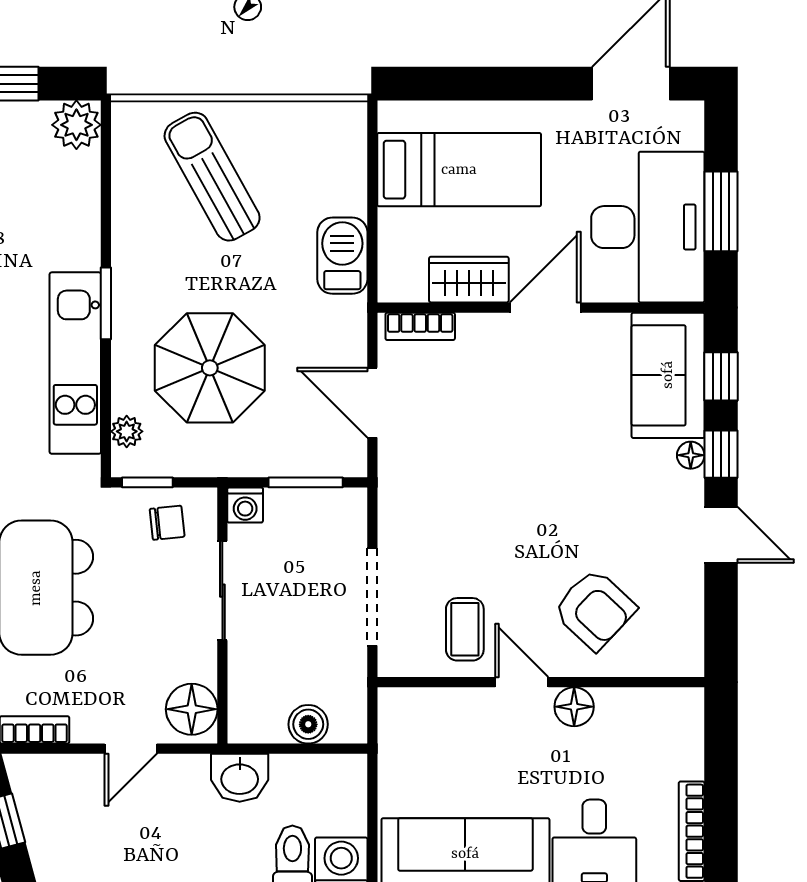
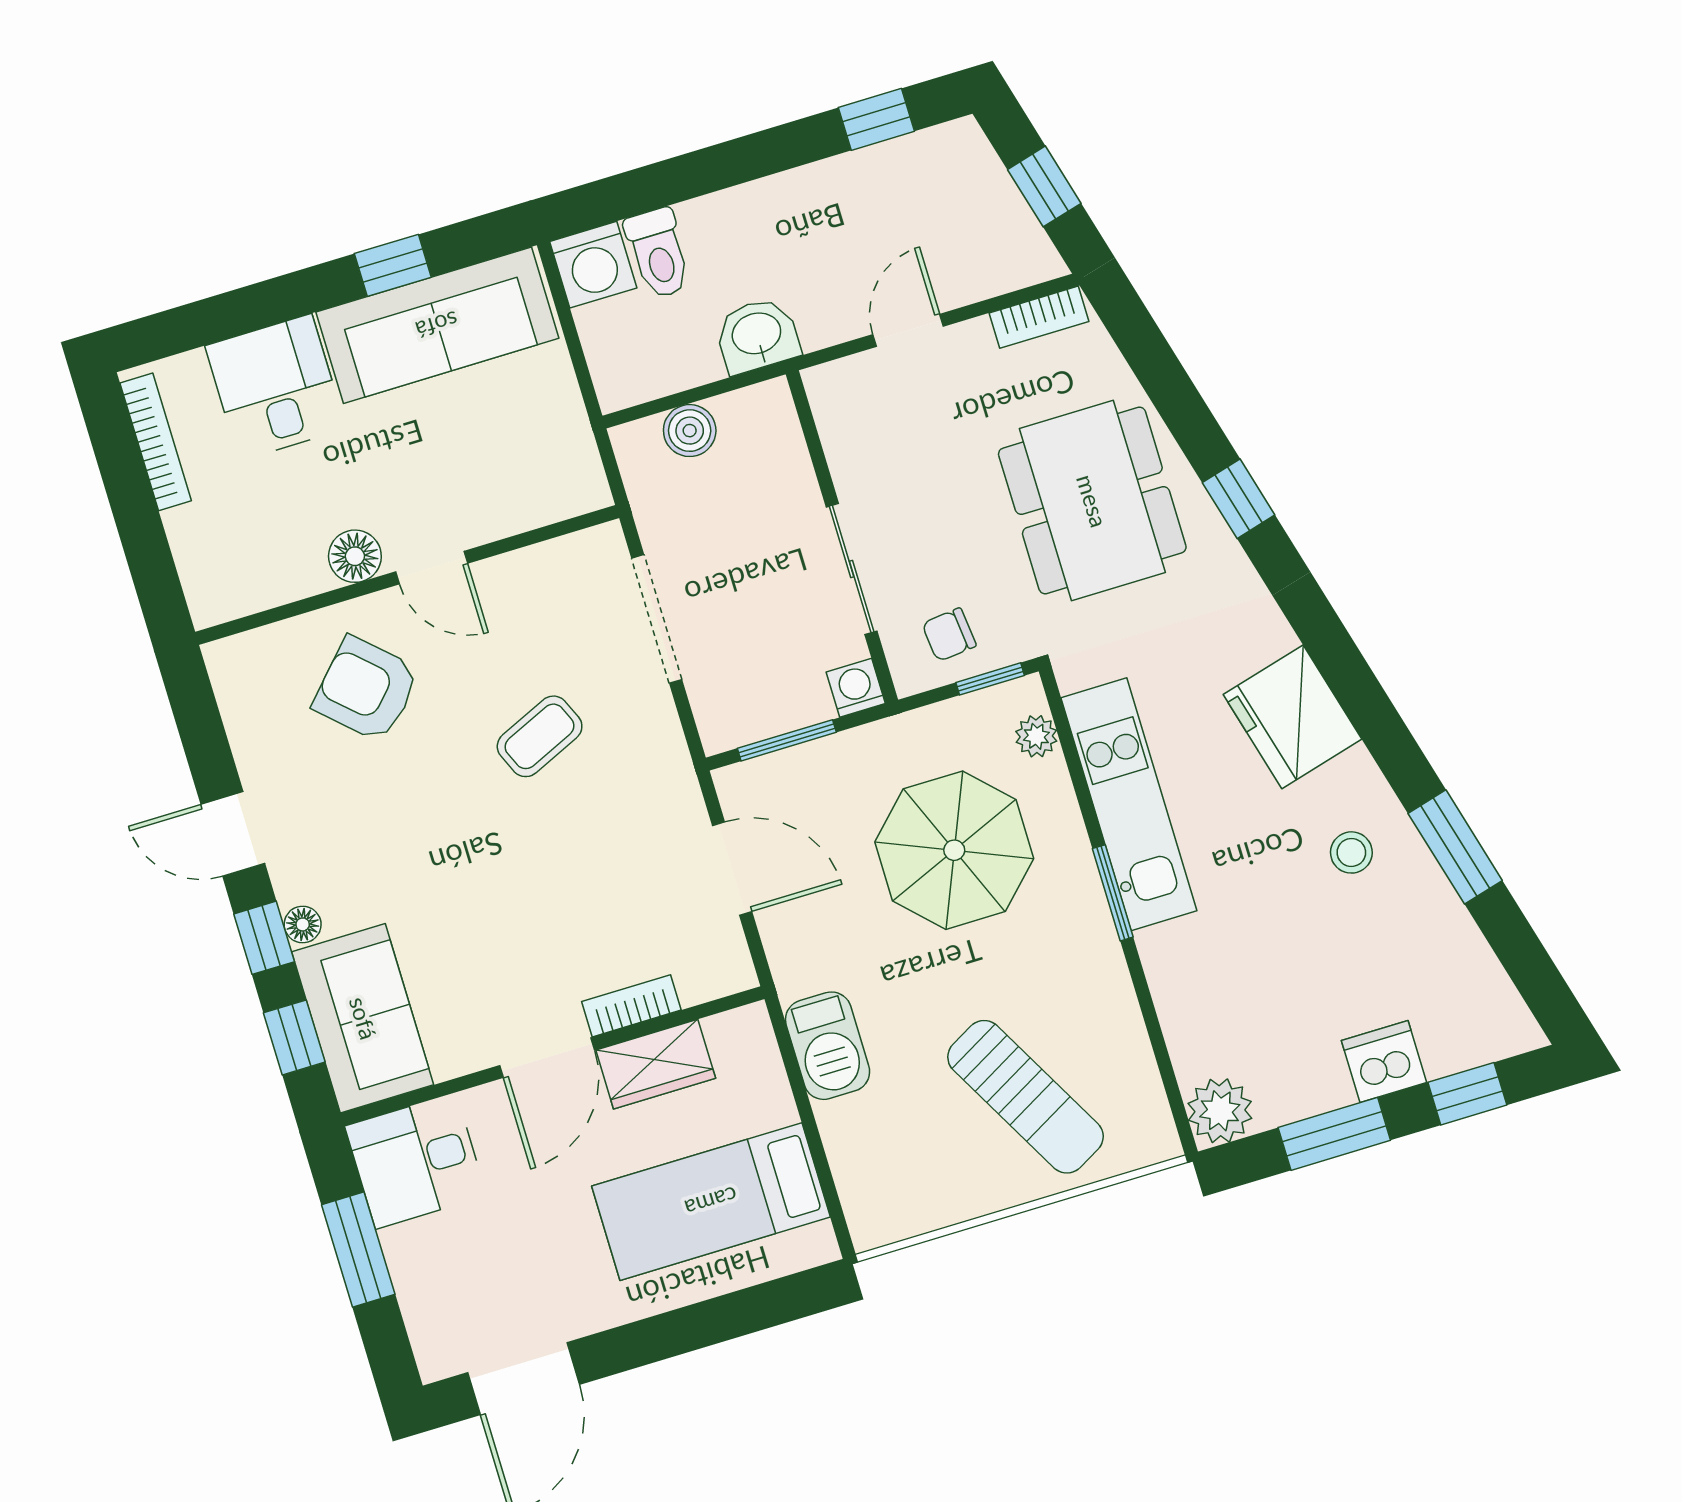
desk: (648, 227) -> (416, 1161), width x0.53, depth x0.77
bookcase: (420, 326) -> (631, 1006), moved
coffee table: (465, 629) -> (540, 736), moved, turned 66
floor lamp: (192, 709) -> (845, 405), removed

